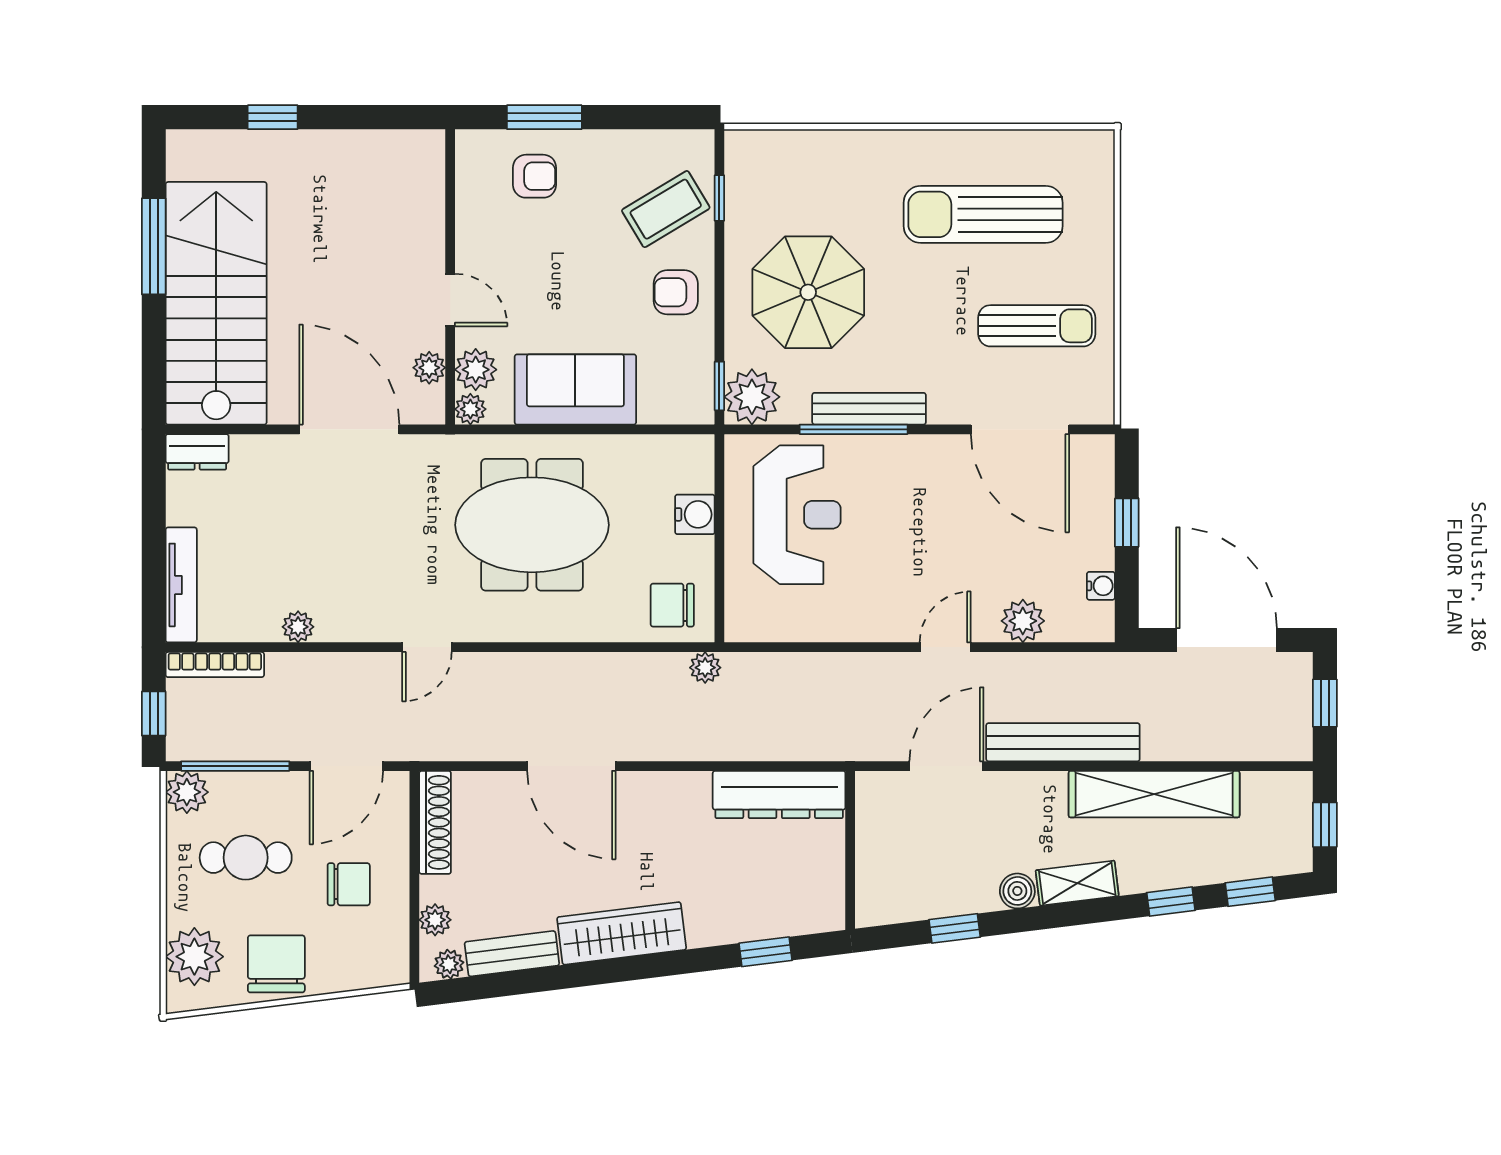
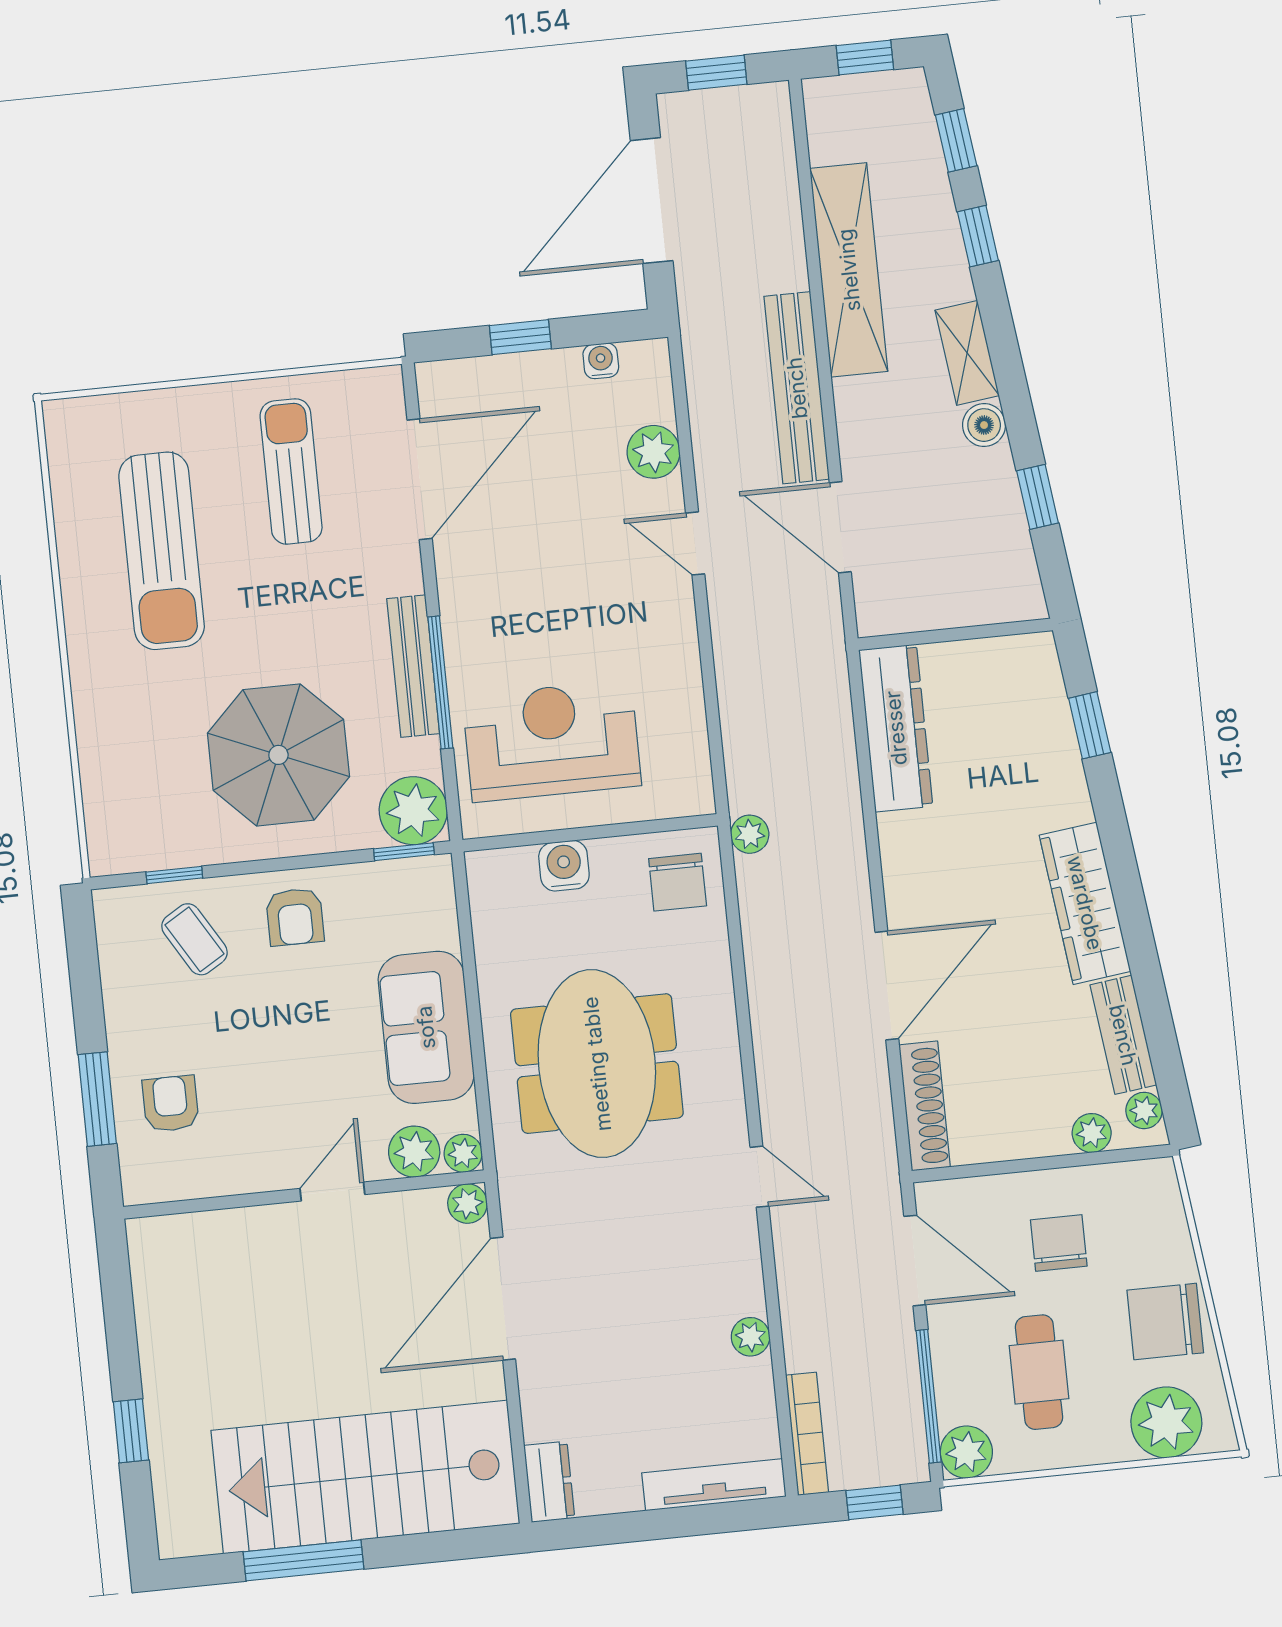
coffee table: (666, 209) -> (194, 939), width x0.73, depth x0.77
plant: (429, 368) -> (467, 1204), moved
shoe rack: (435, 822) -> (925, 1106), moved, turned 90

